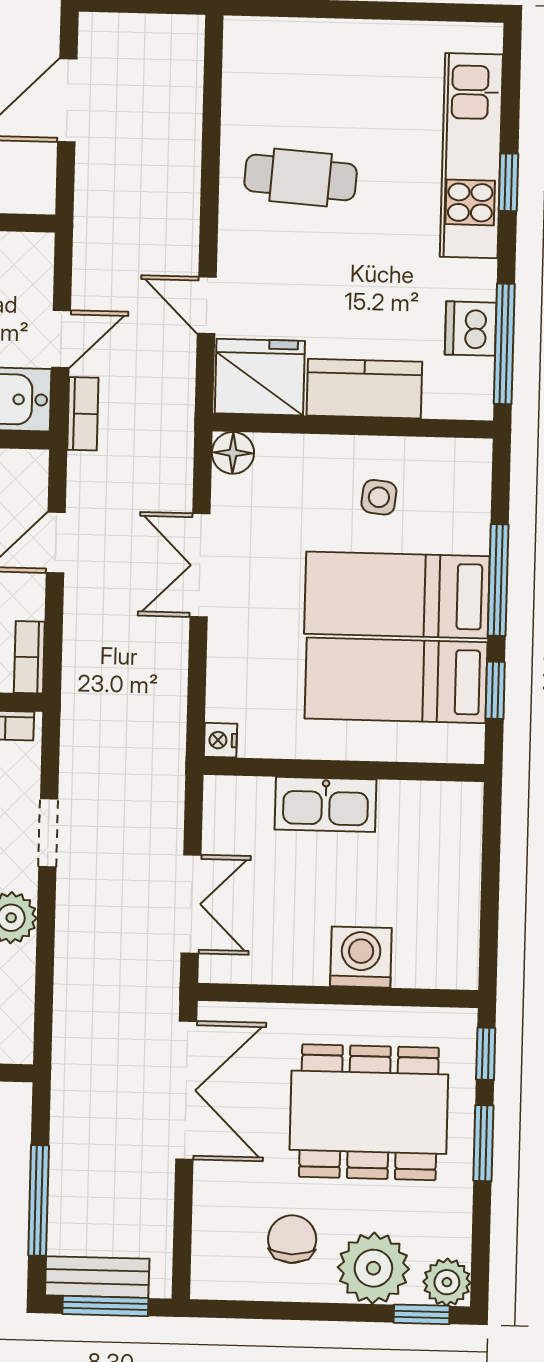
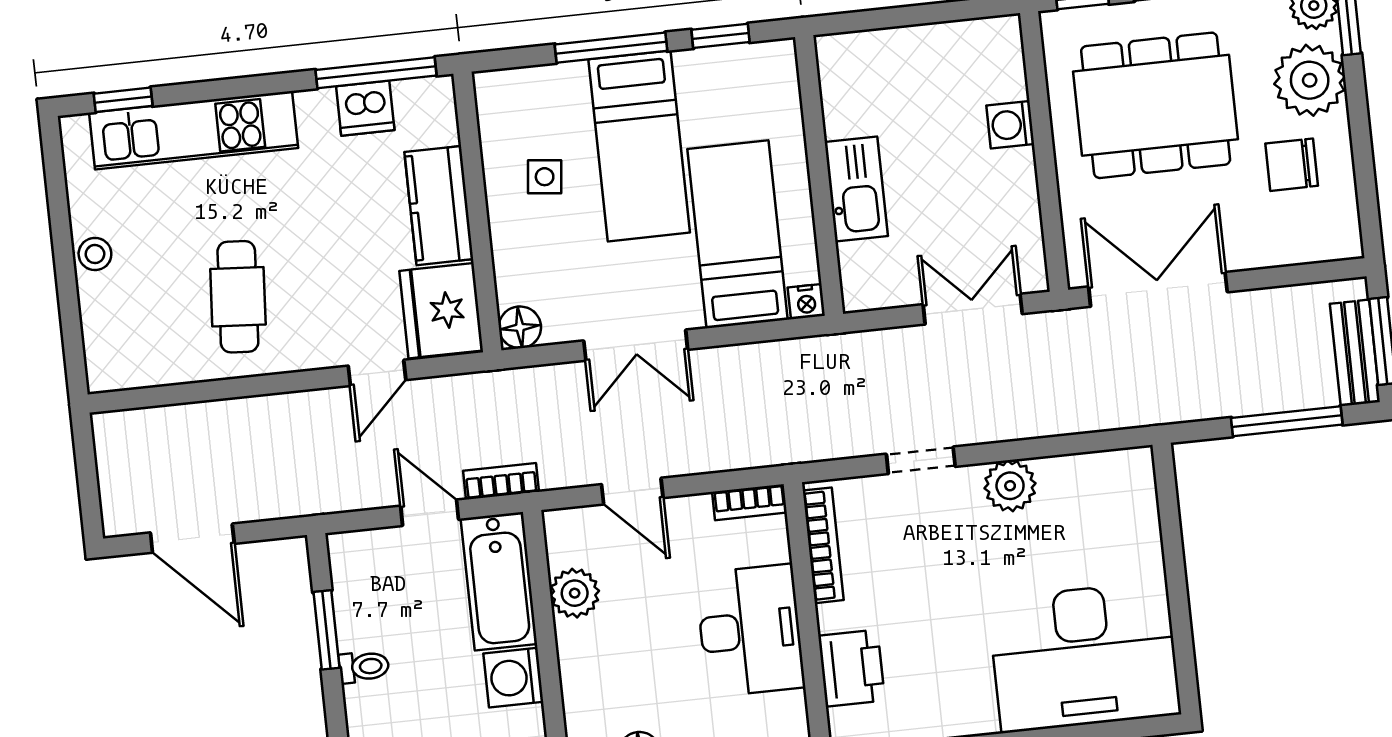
stool: (362, 41) -> (95, 254), added
window: (509, 182) -> (123, 100), moved
bed: (396, 680) -> (738, 234), moved, turned 180
washing machine: (361, 957) -> (1010, 125), width x0.73, depth x0.73
dining table: (369, 1112) -> (1156, 105), turned 90

